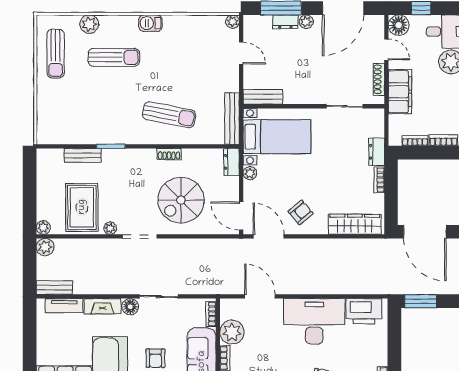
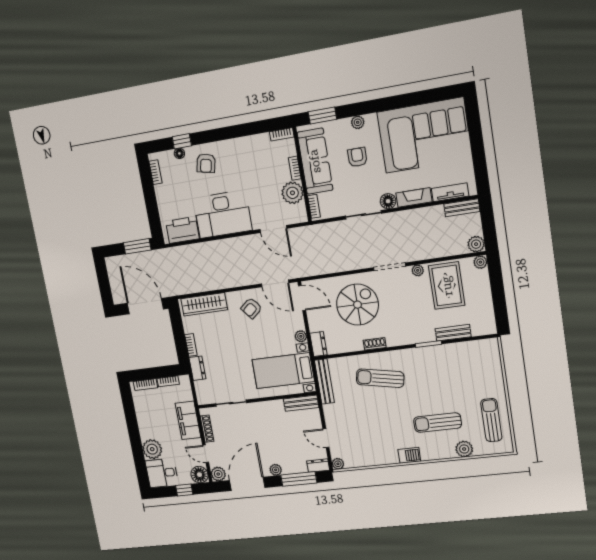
dresser: (285, 22) -> (318, 466), moved
plant: (376, 24) -> (218, 474), added

